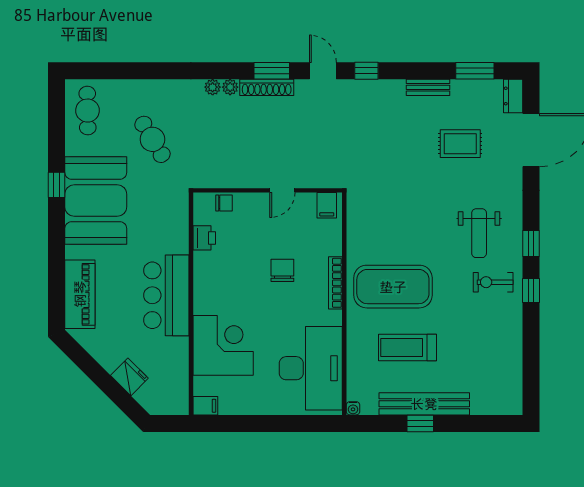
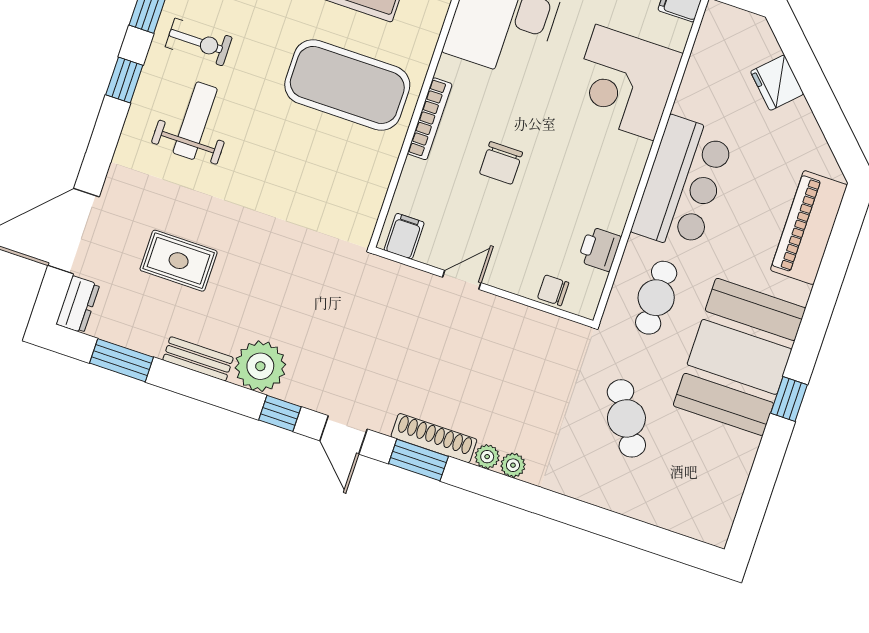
plant: (388, 96) -> (260, 366), added
cafe table: (87, 111) -> (656, 298), moved

